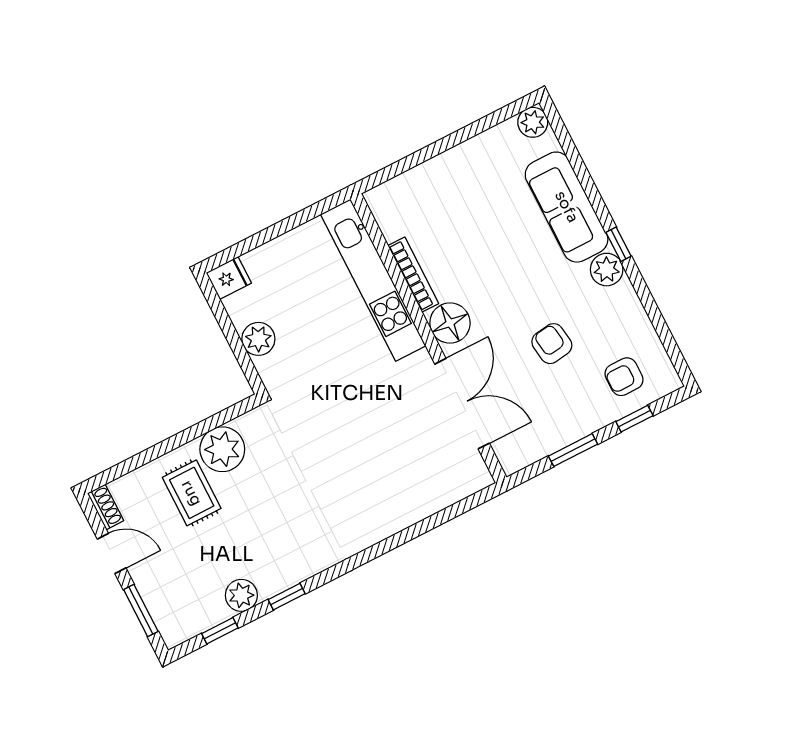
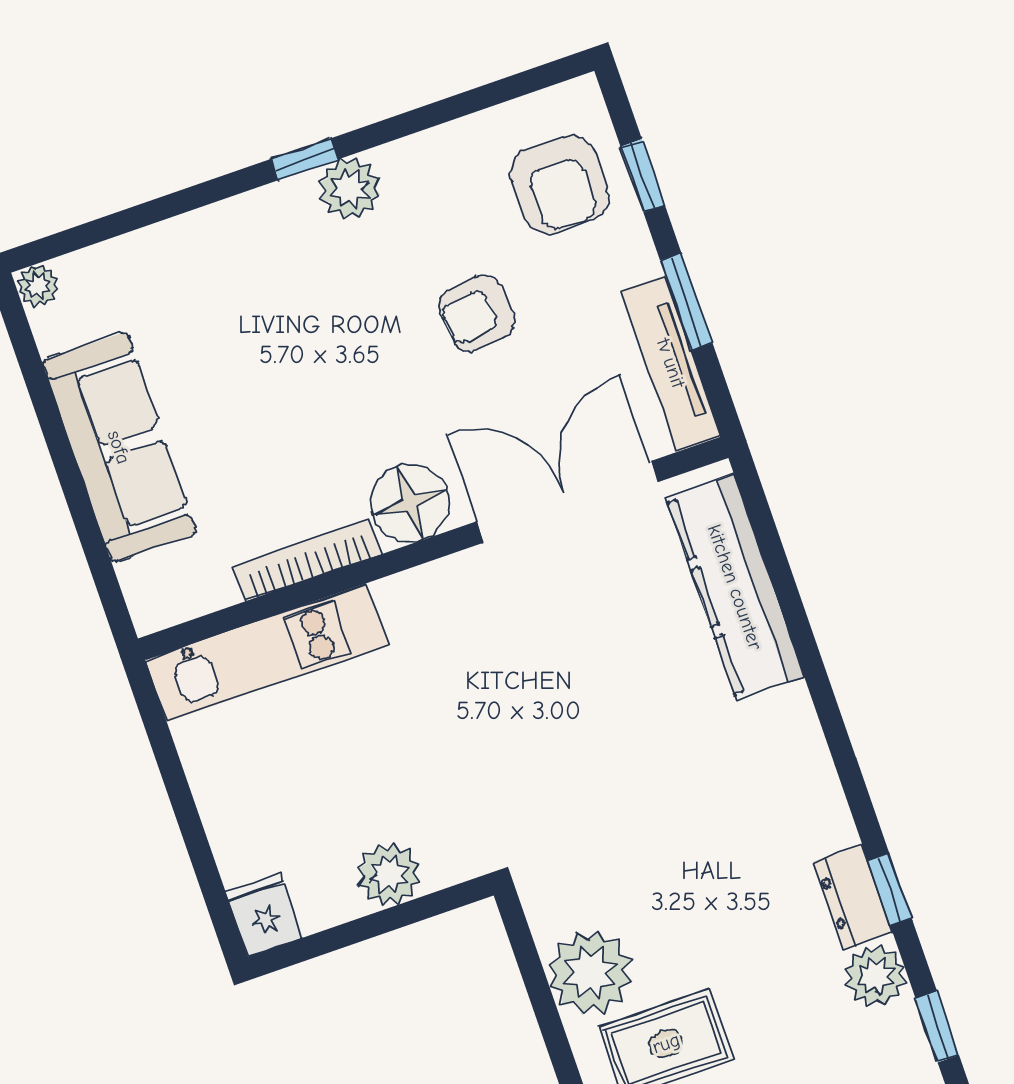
plant: (533, 122) -> (38, 286), width x0.73, depth x0.73
sofa: (567, 207) -> (119, 447), moved, turned -90
kitchen unit: (373, 280) -> (267, 653), width x0.73
armchair: (624, 377) -> (559, 184), width x1.38, depth x1.38
tv unit: (540, 447) -> (671, 363), added
kitchen counter: (430, 496) -> (735, 587), added
dresser: (280, 578) -> (853, 897), added

